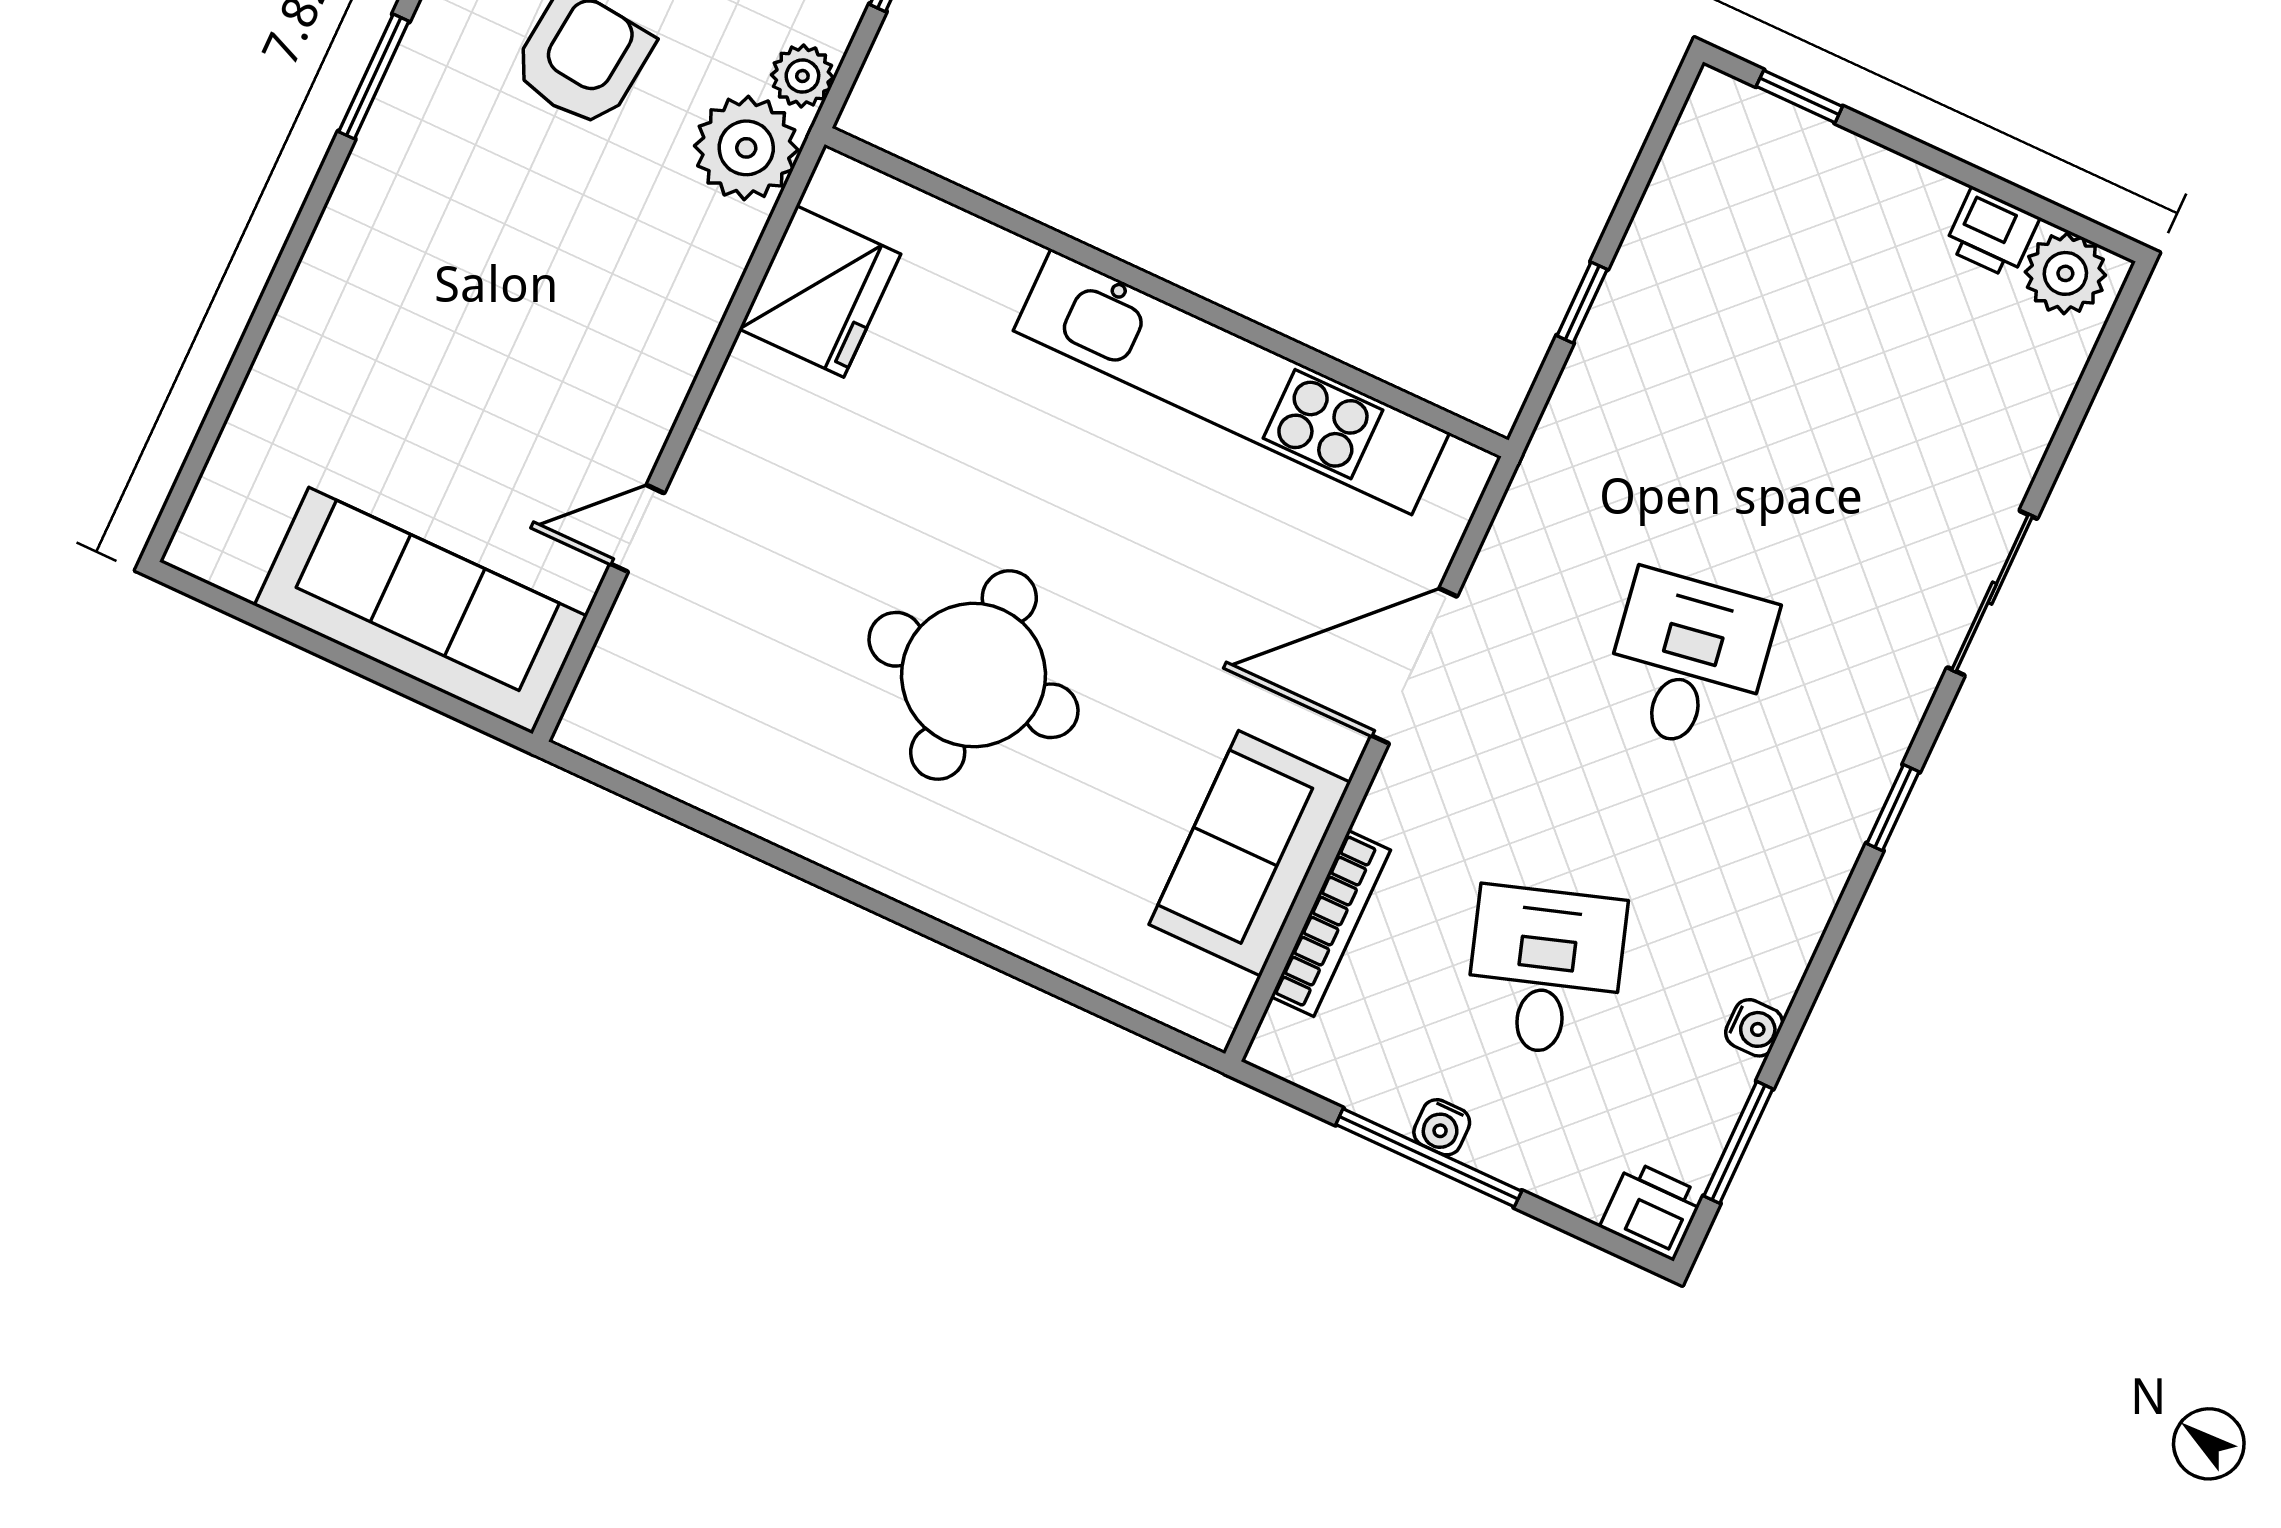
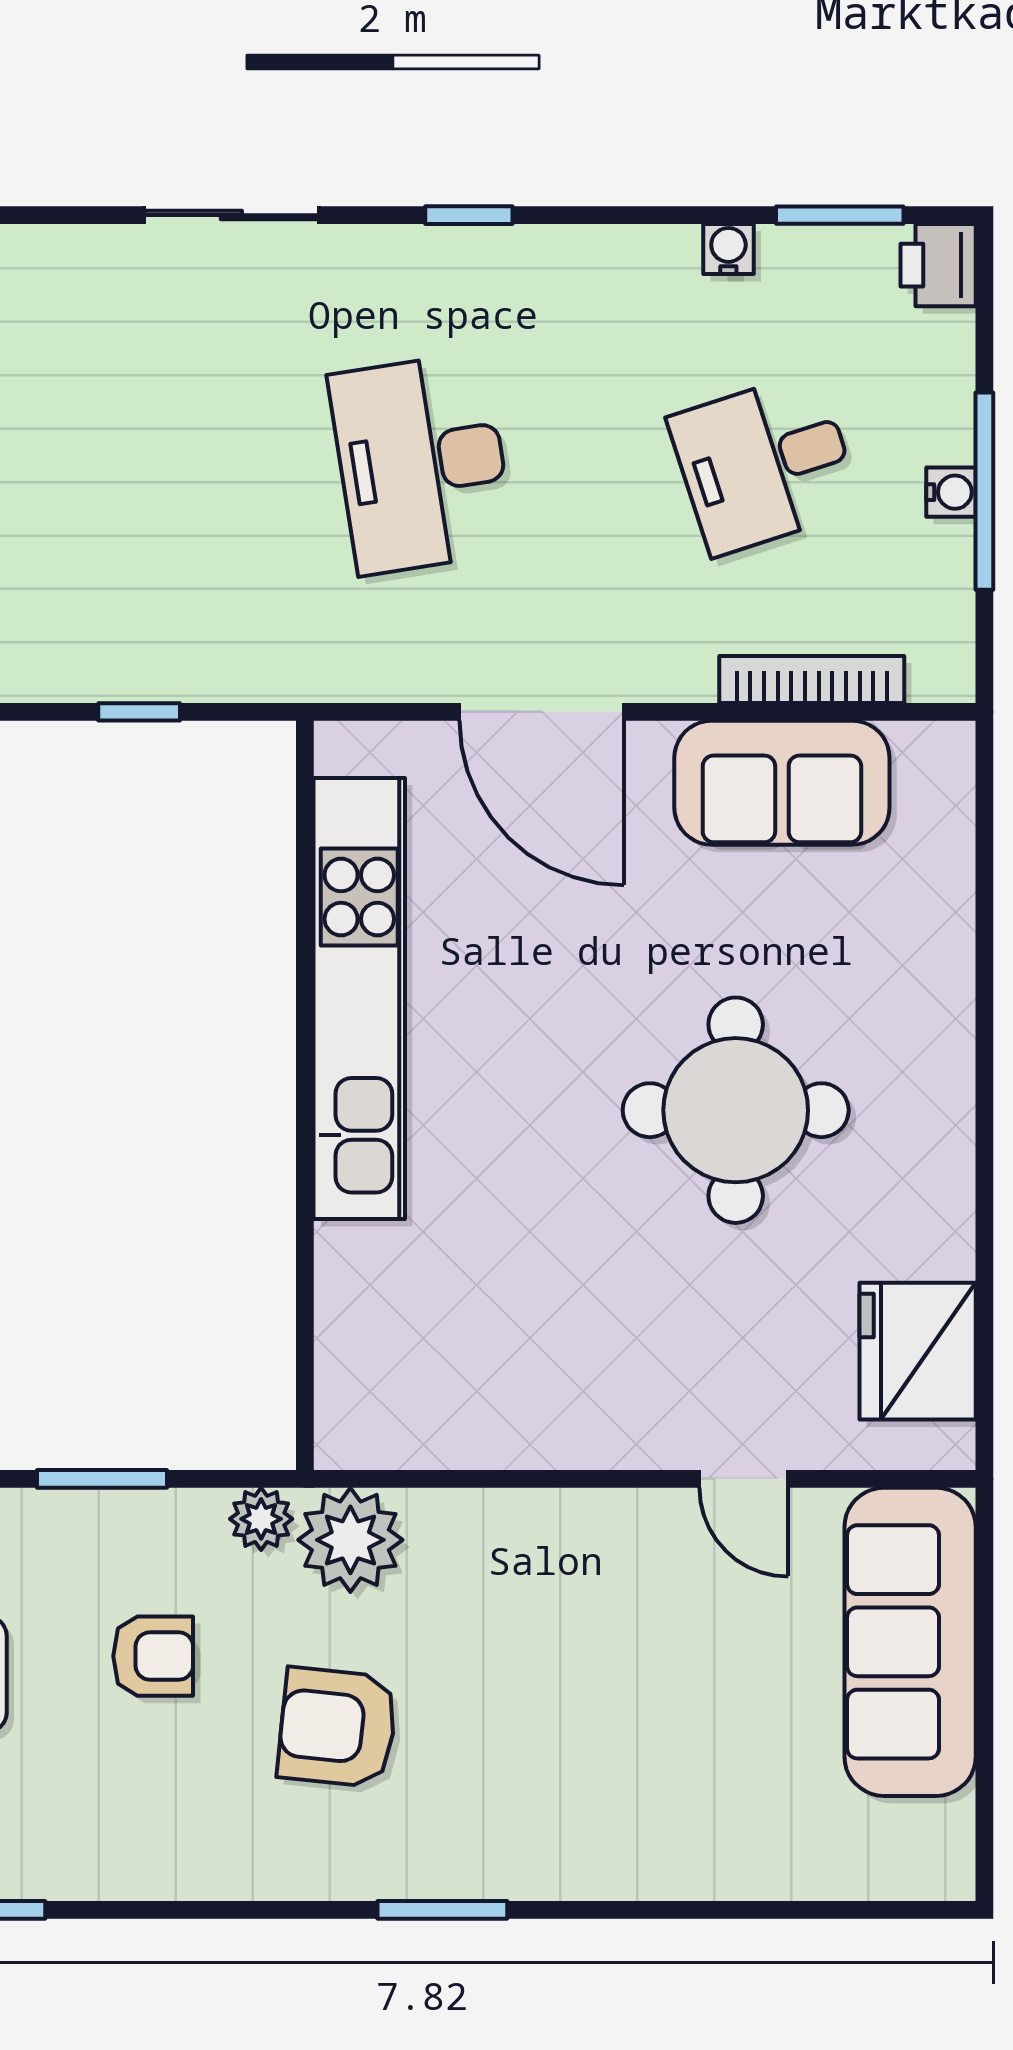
fridge: (820, 291) -> (918, 1351), moved, turned -90
desk: (1688, 661) -> (422, 463), width x1.37

